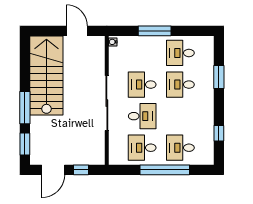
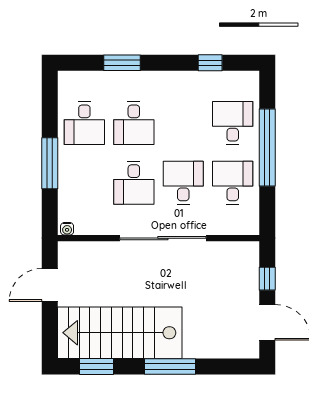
window: (25, 144) -> (97, 366), moved
desk: (142, 148) -> (233, 183), turned 180
desk: (180, 148) -> (233, 123), turned 180

